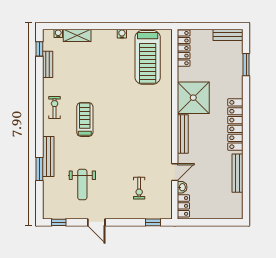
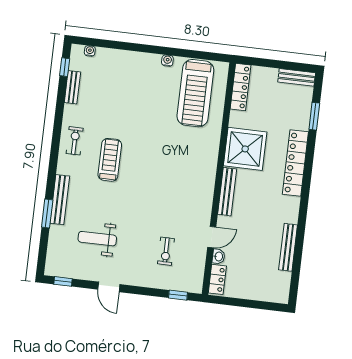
shelving: (77, 35) -> (113, 56), removed
locker: (235, 125) -> (295, 163), moved
weight bench: (82, 184) -> (97, 239), turned 90

